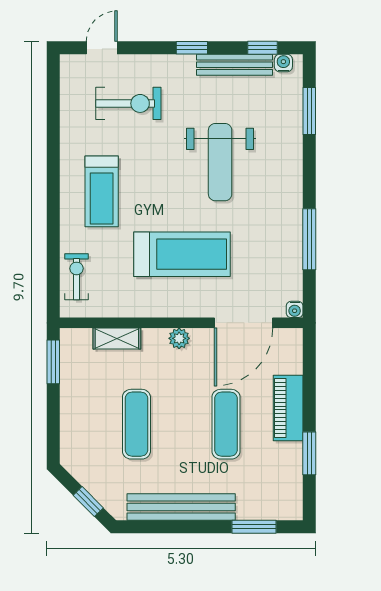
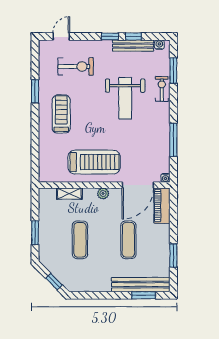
window: (262, 48) -> (133, 36), moved
window: (53, 149) -> (35, 91), added
treadmill: (102, 191) -> (61, 114), turned 180
treadmill: (182, 254) -> (94, 162), moved
exercise bike: (77, 277) -> (162, 89), moved
window: (53, 362) -> (35, 233), moved
piano: (288, 408) -> (162, 206), moved
bench: (181, 507) -> (141, 285), moved

